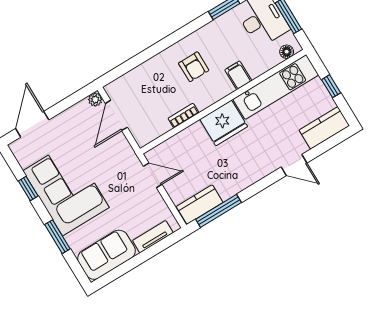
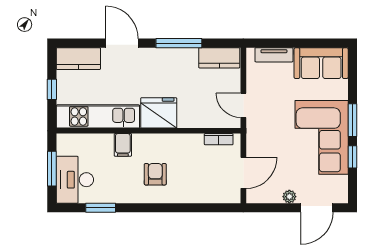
floor lamp: (287, 52) -> (71, 140), removed
plant: (95, 99) -> (289, 197), moved
bookcase: (183, 116) -> (219, 139), moved
door: (294, 165) -> (122, 43), width x1.38
window: (219, 211) -> (179, 43), moved
window: (57, 237) -> (352, 120), moved

